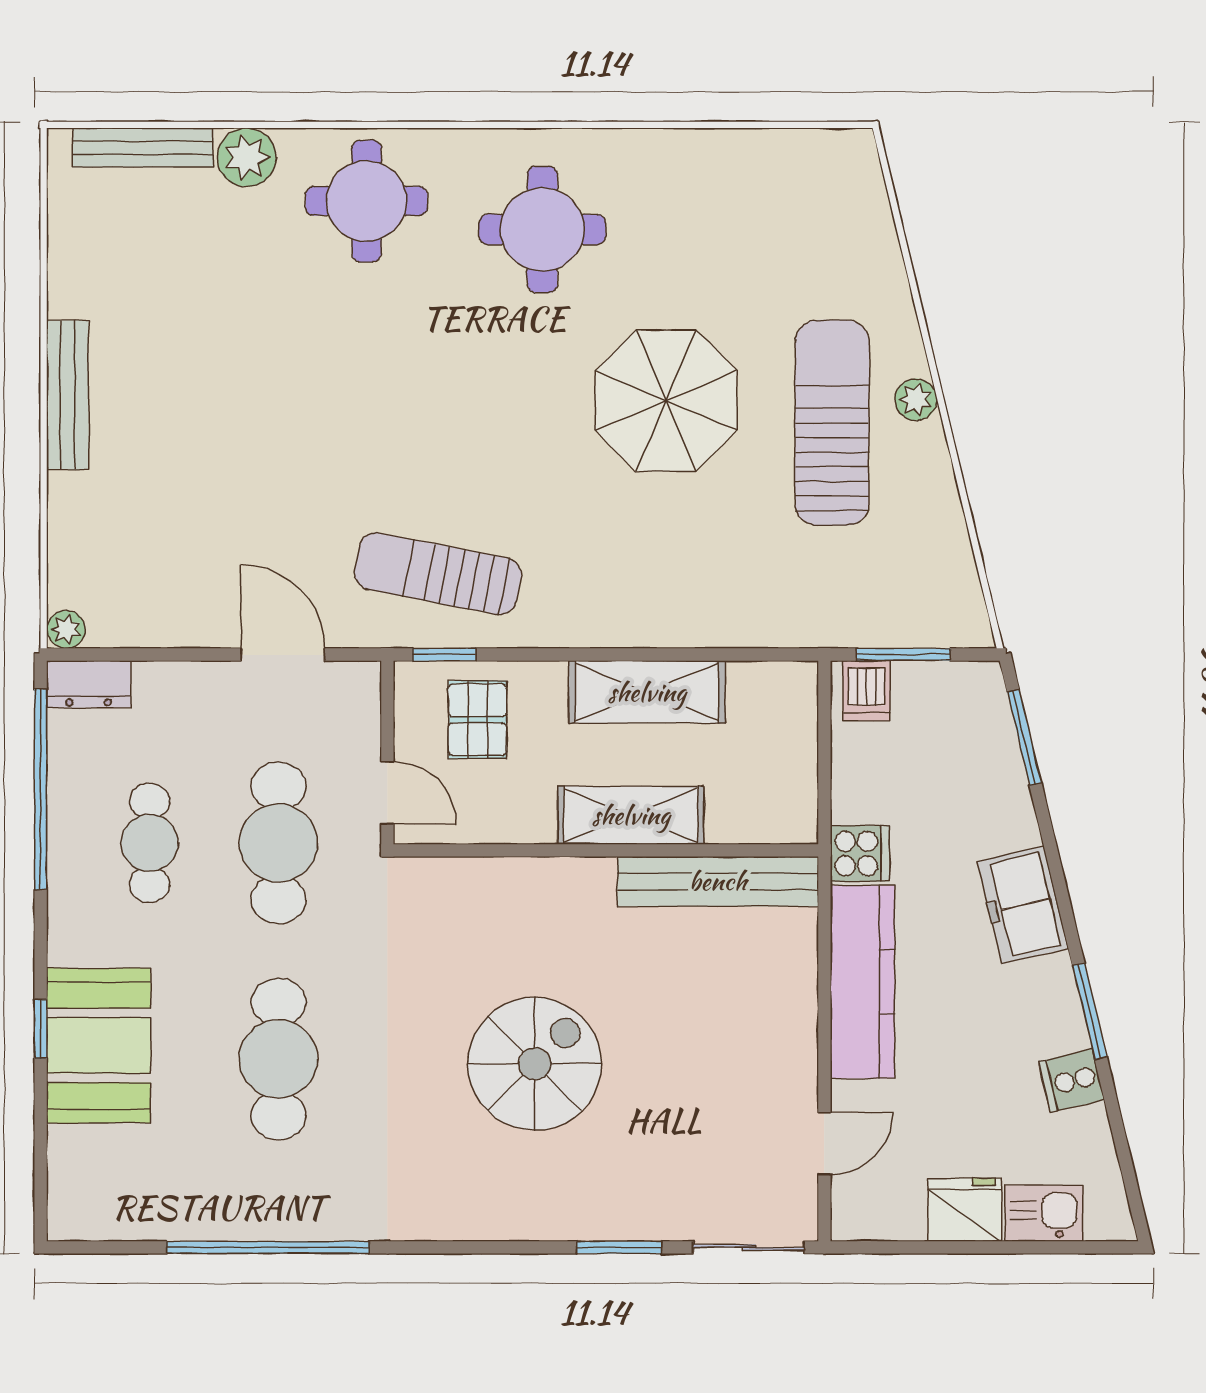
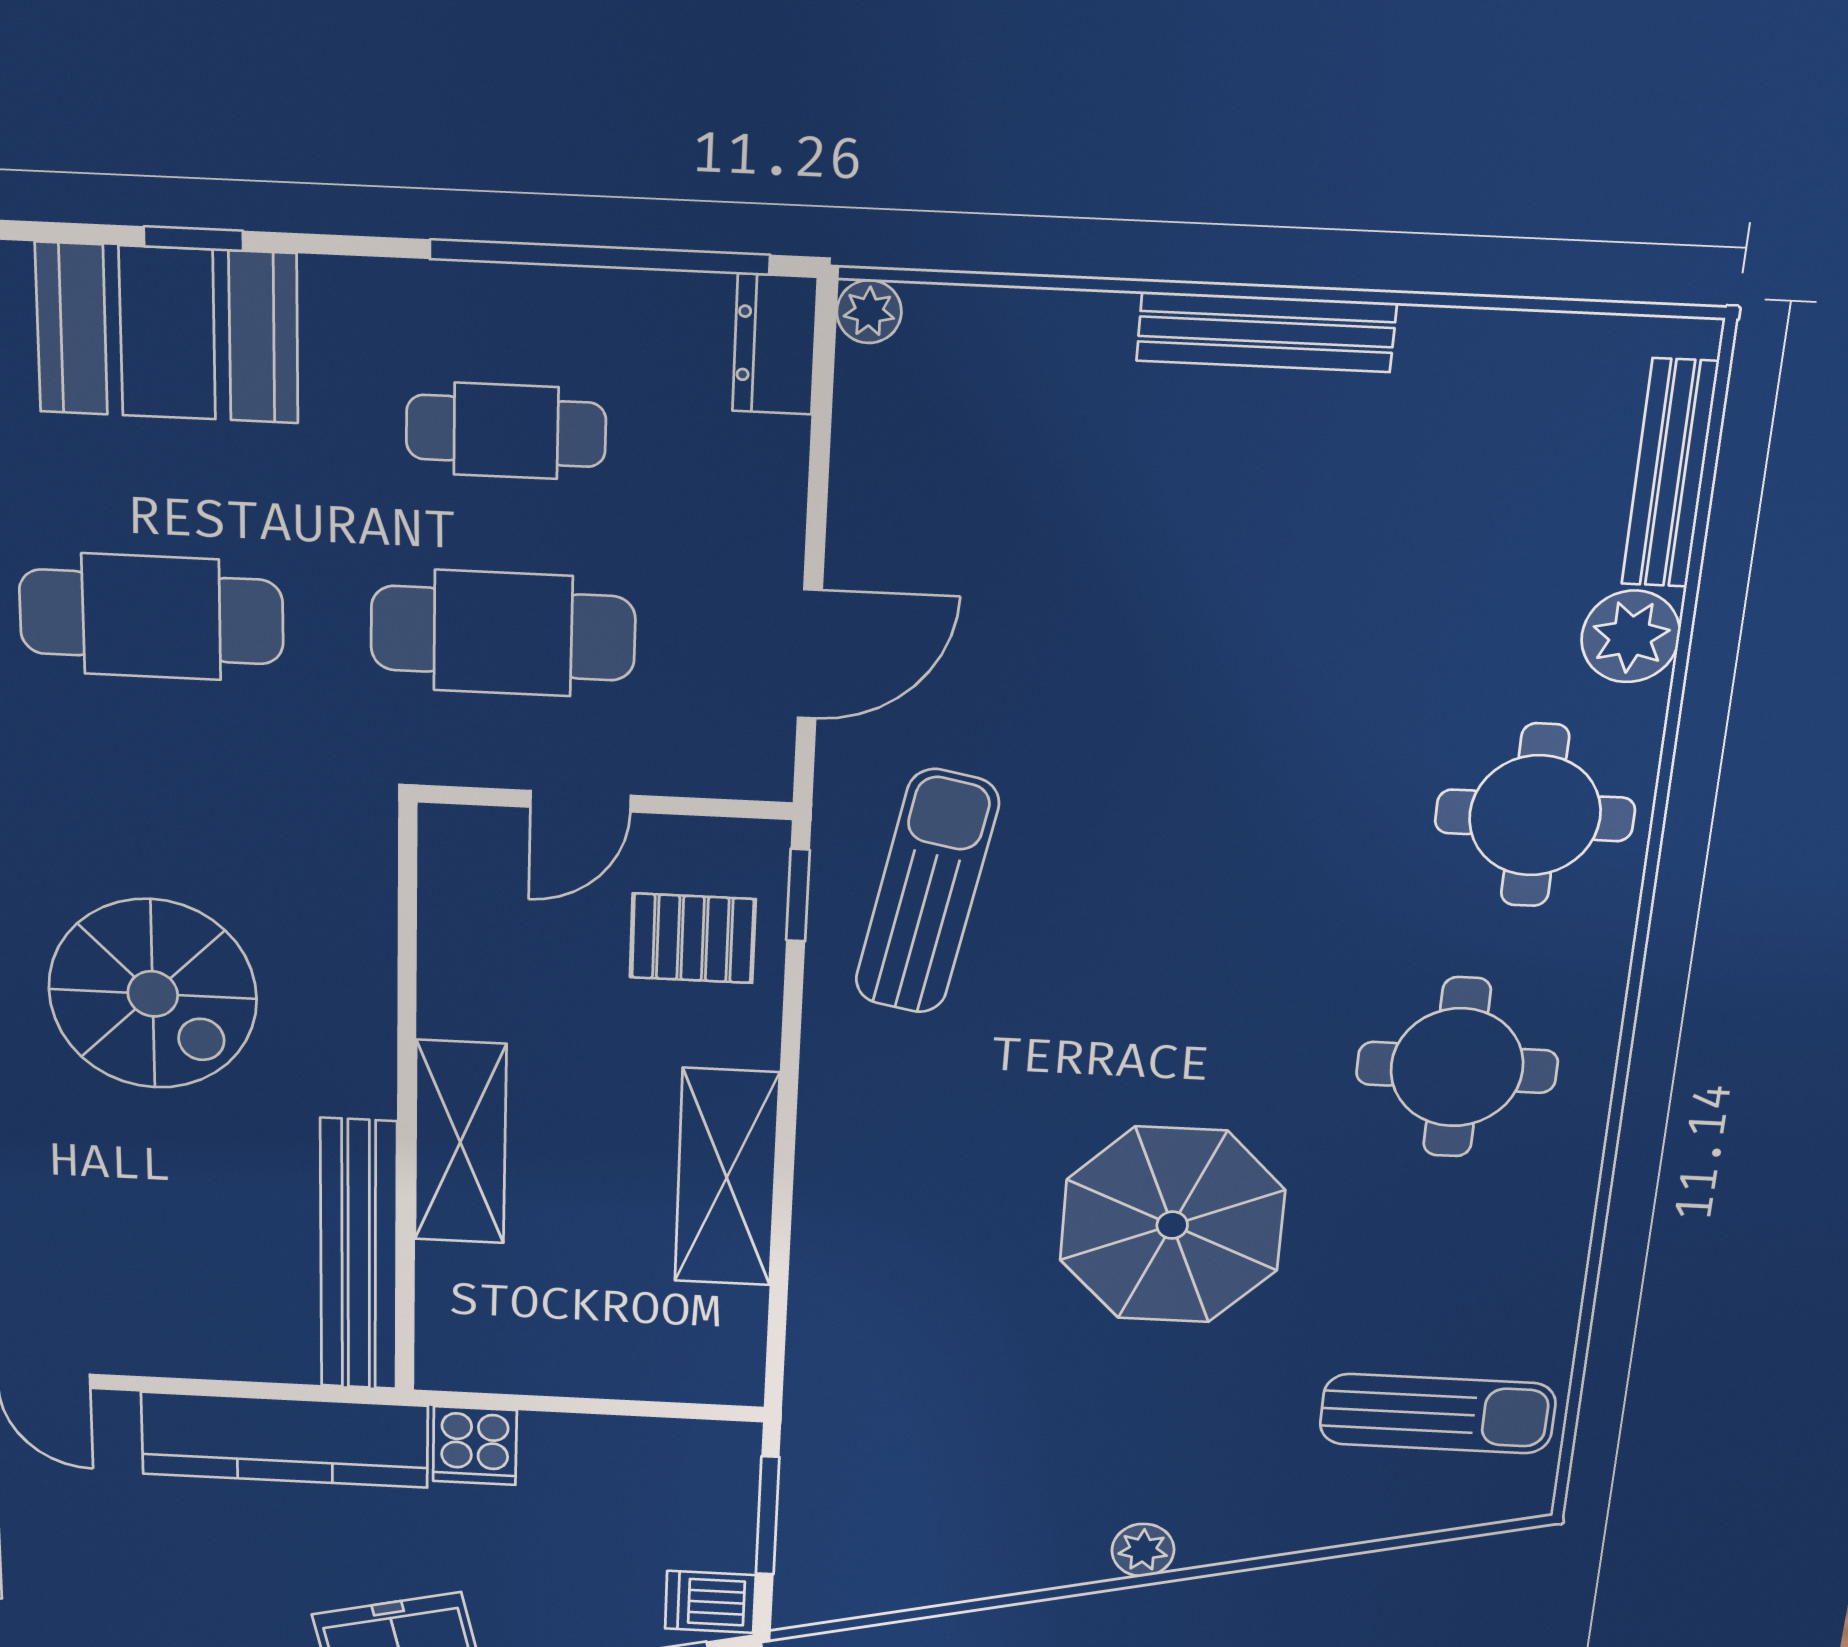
sun lounger: (832, 423) -> (1438, 1414), moved, width x0.73, depth x0.75
dishwasher: (866, 691) -> (710, 1602), moved
shelving: (631, 815) -> (460, 1142), moved
wall: (606, 850) -> (406, 1106), moved
bench: (718, 881) -> (359, 1255), moved

